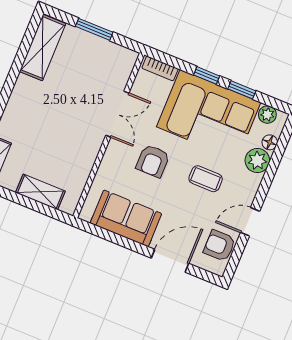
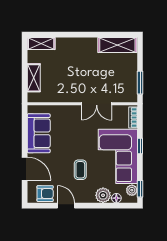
window: (94, 29) -> (140, 83), moved
window: (242, 90) -> (140, 189), moved
armchair: (153, 161) -> (78, 135), removed
armchair: (219, 246) -> (45, 194), turned 90

